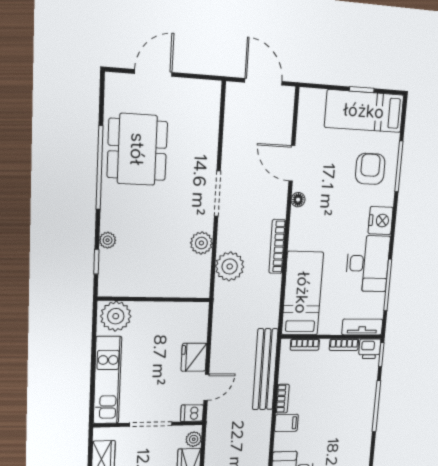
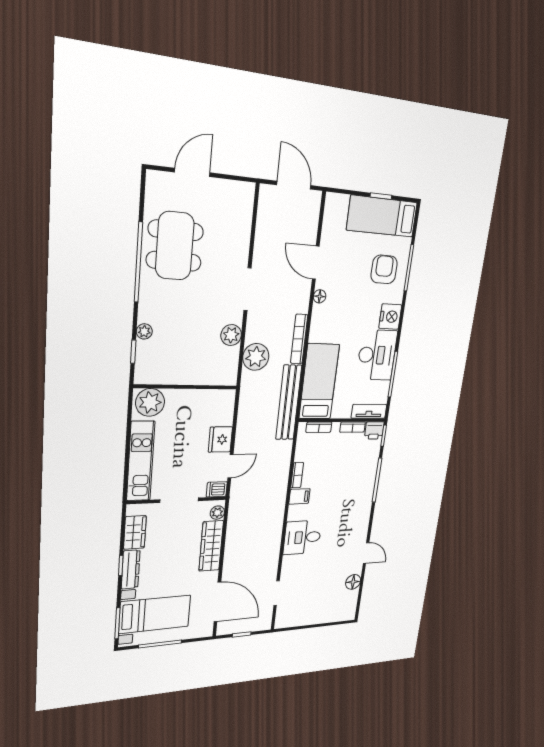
bench: (265, 369) -> (289, 403), moved

